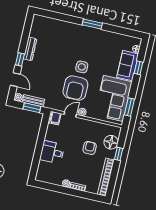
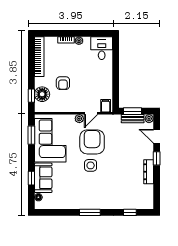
window: (56, 16) -> (130, 212), added
desk: (52, 152) -> (102, 48), moved, turned -90
window: (119, 154) -> (31, 96), moved

